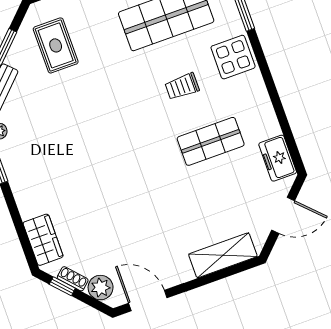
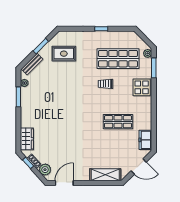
rug: (56, 45) -> (64, 54), turned 90
trolley: (182, 86) -> (106, 84), moved
door: (148, 301) -> (64, 183), hinge flipped

